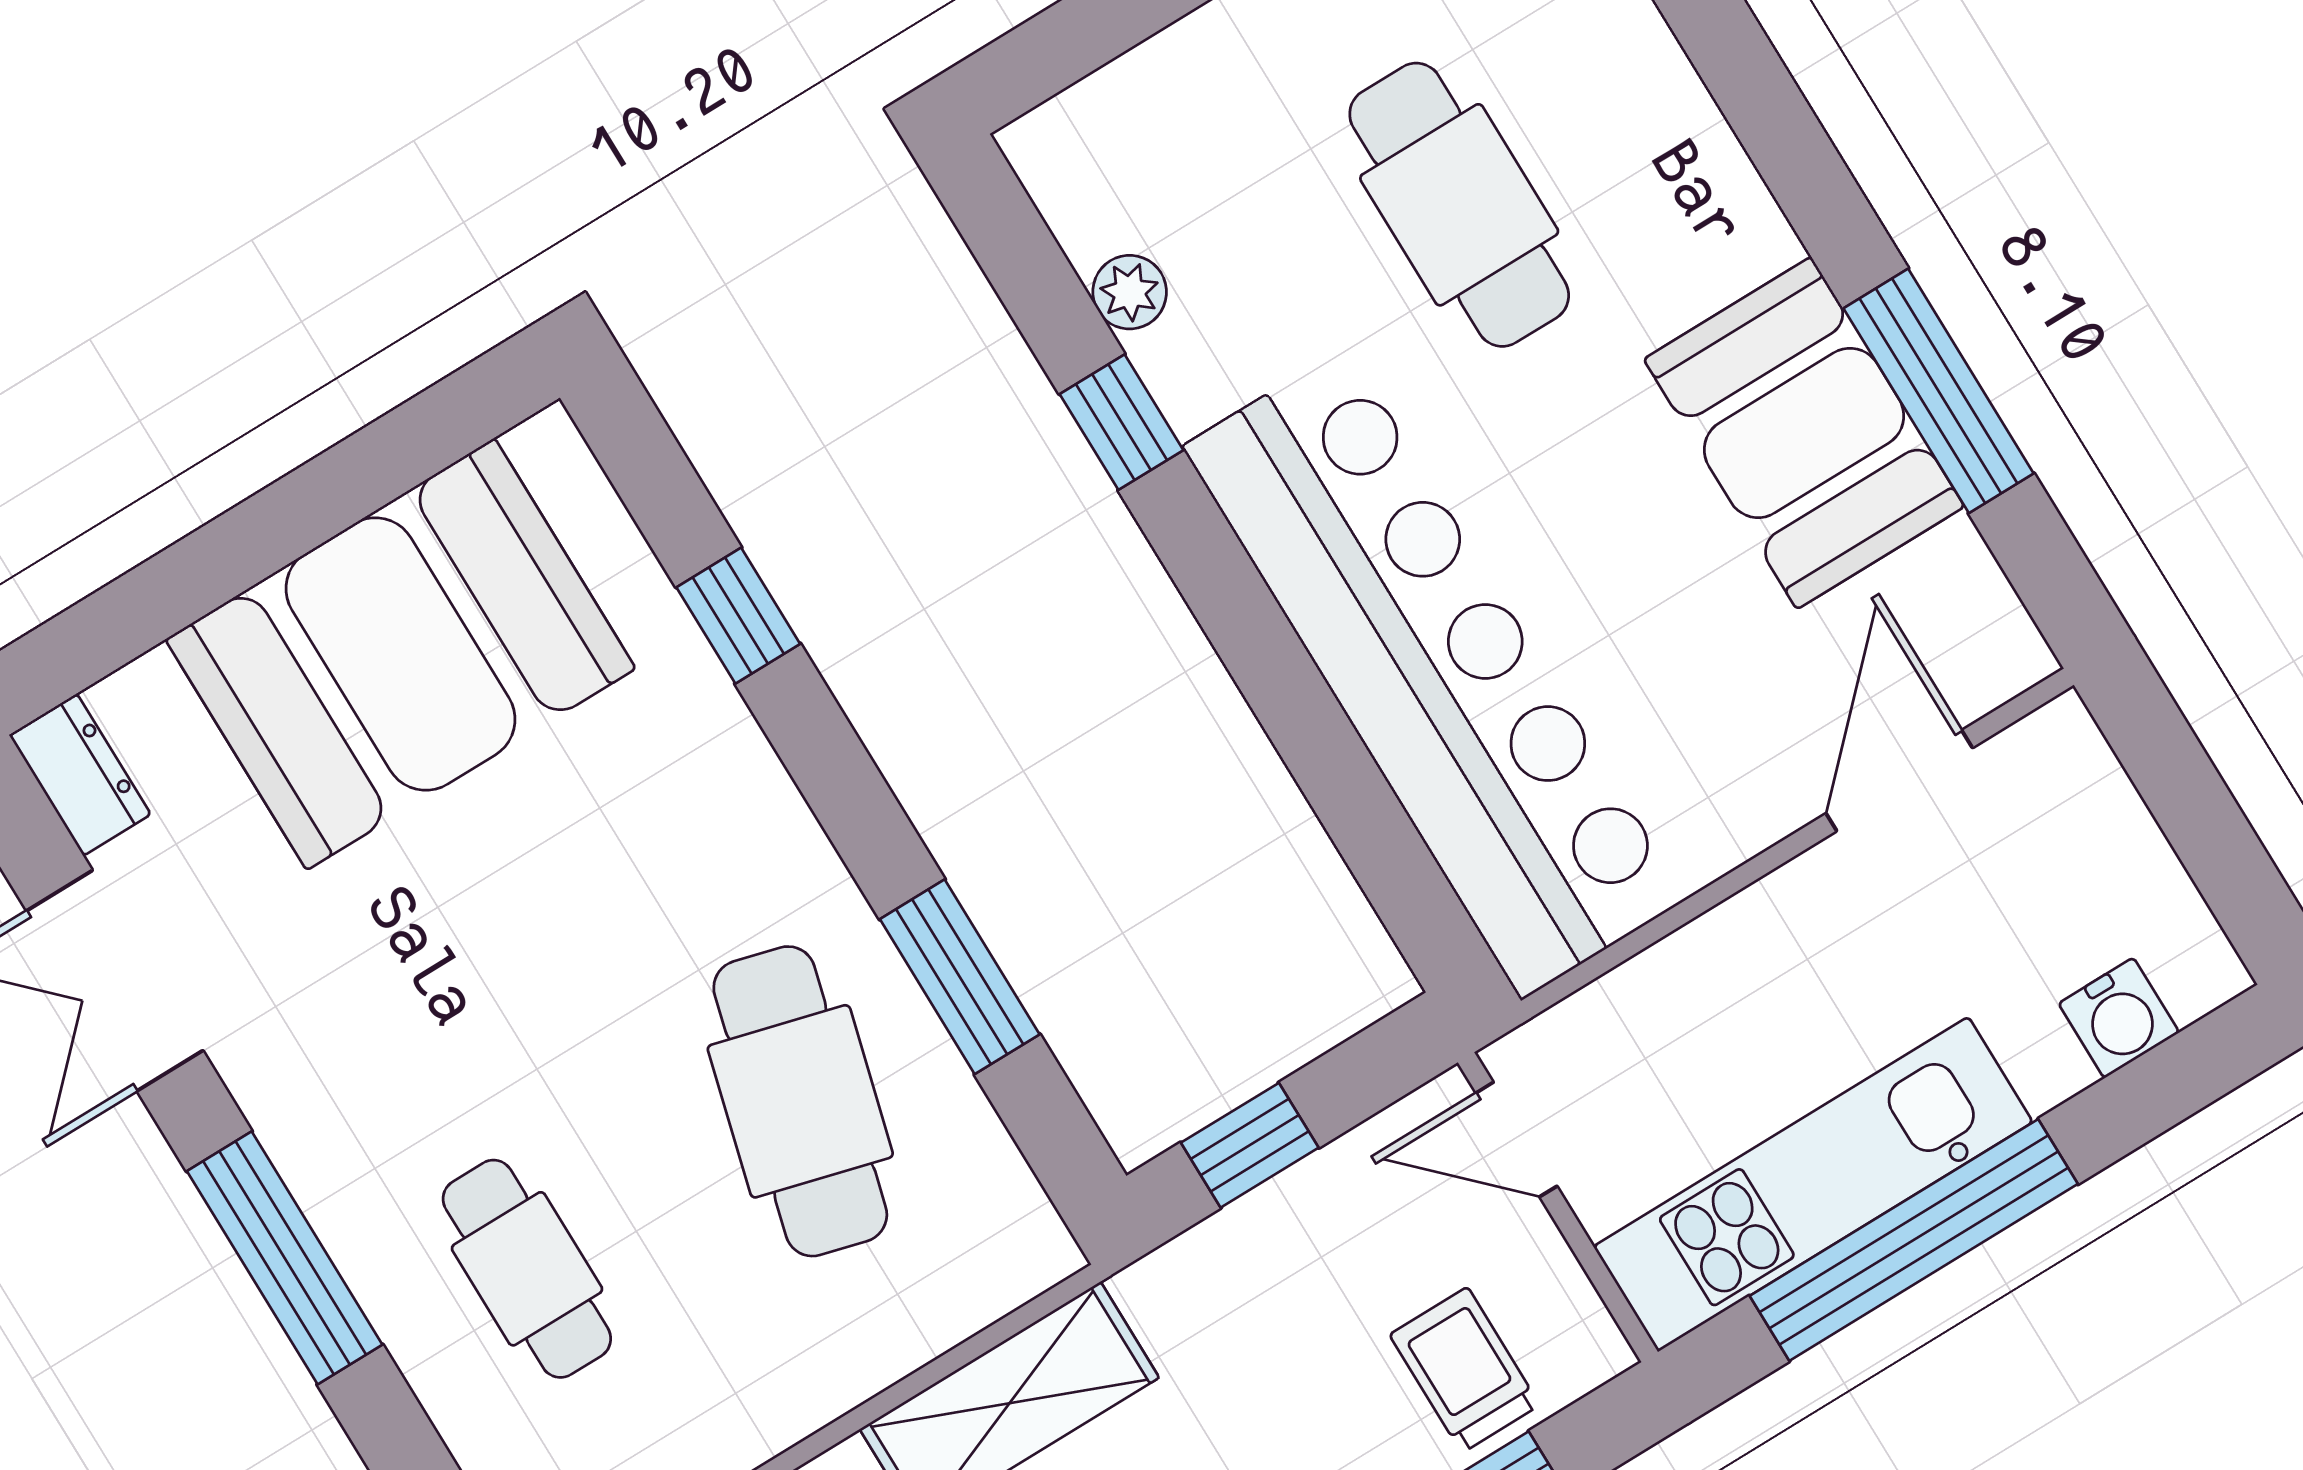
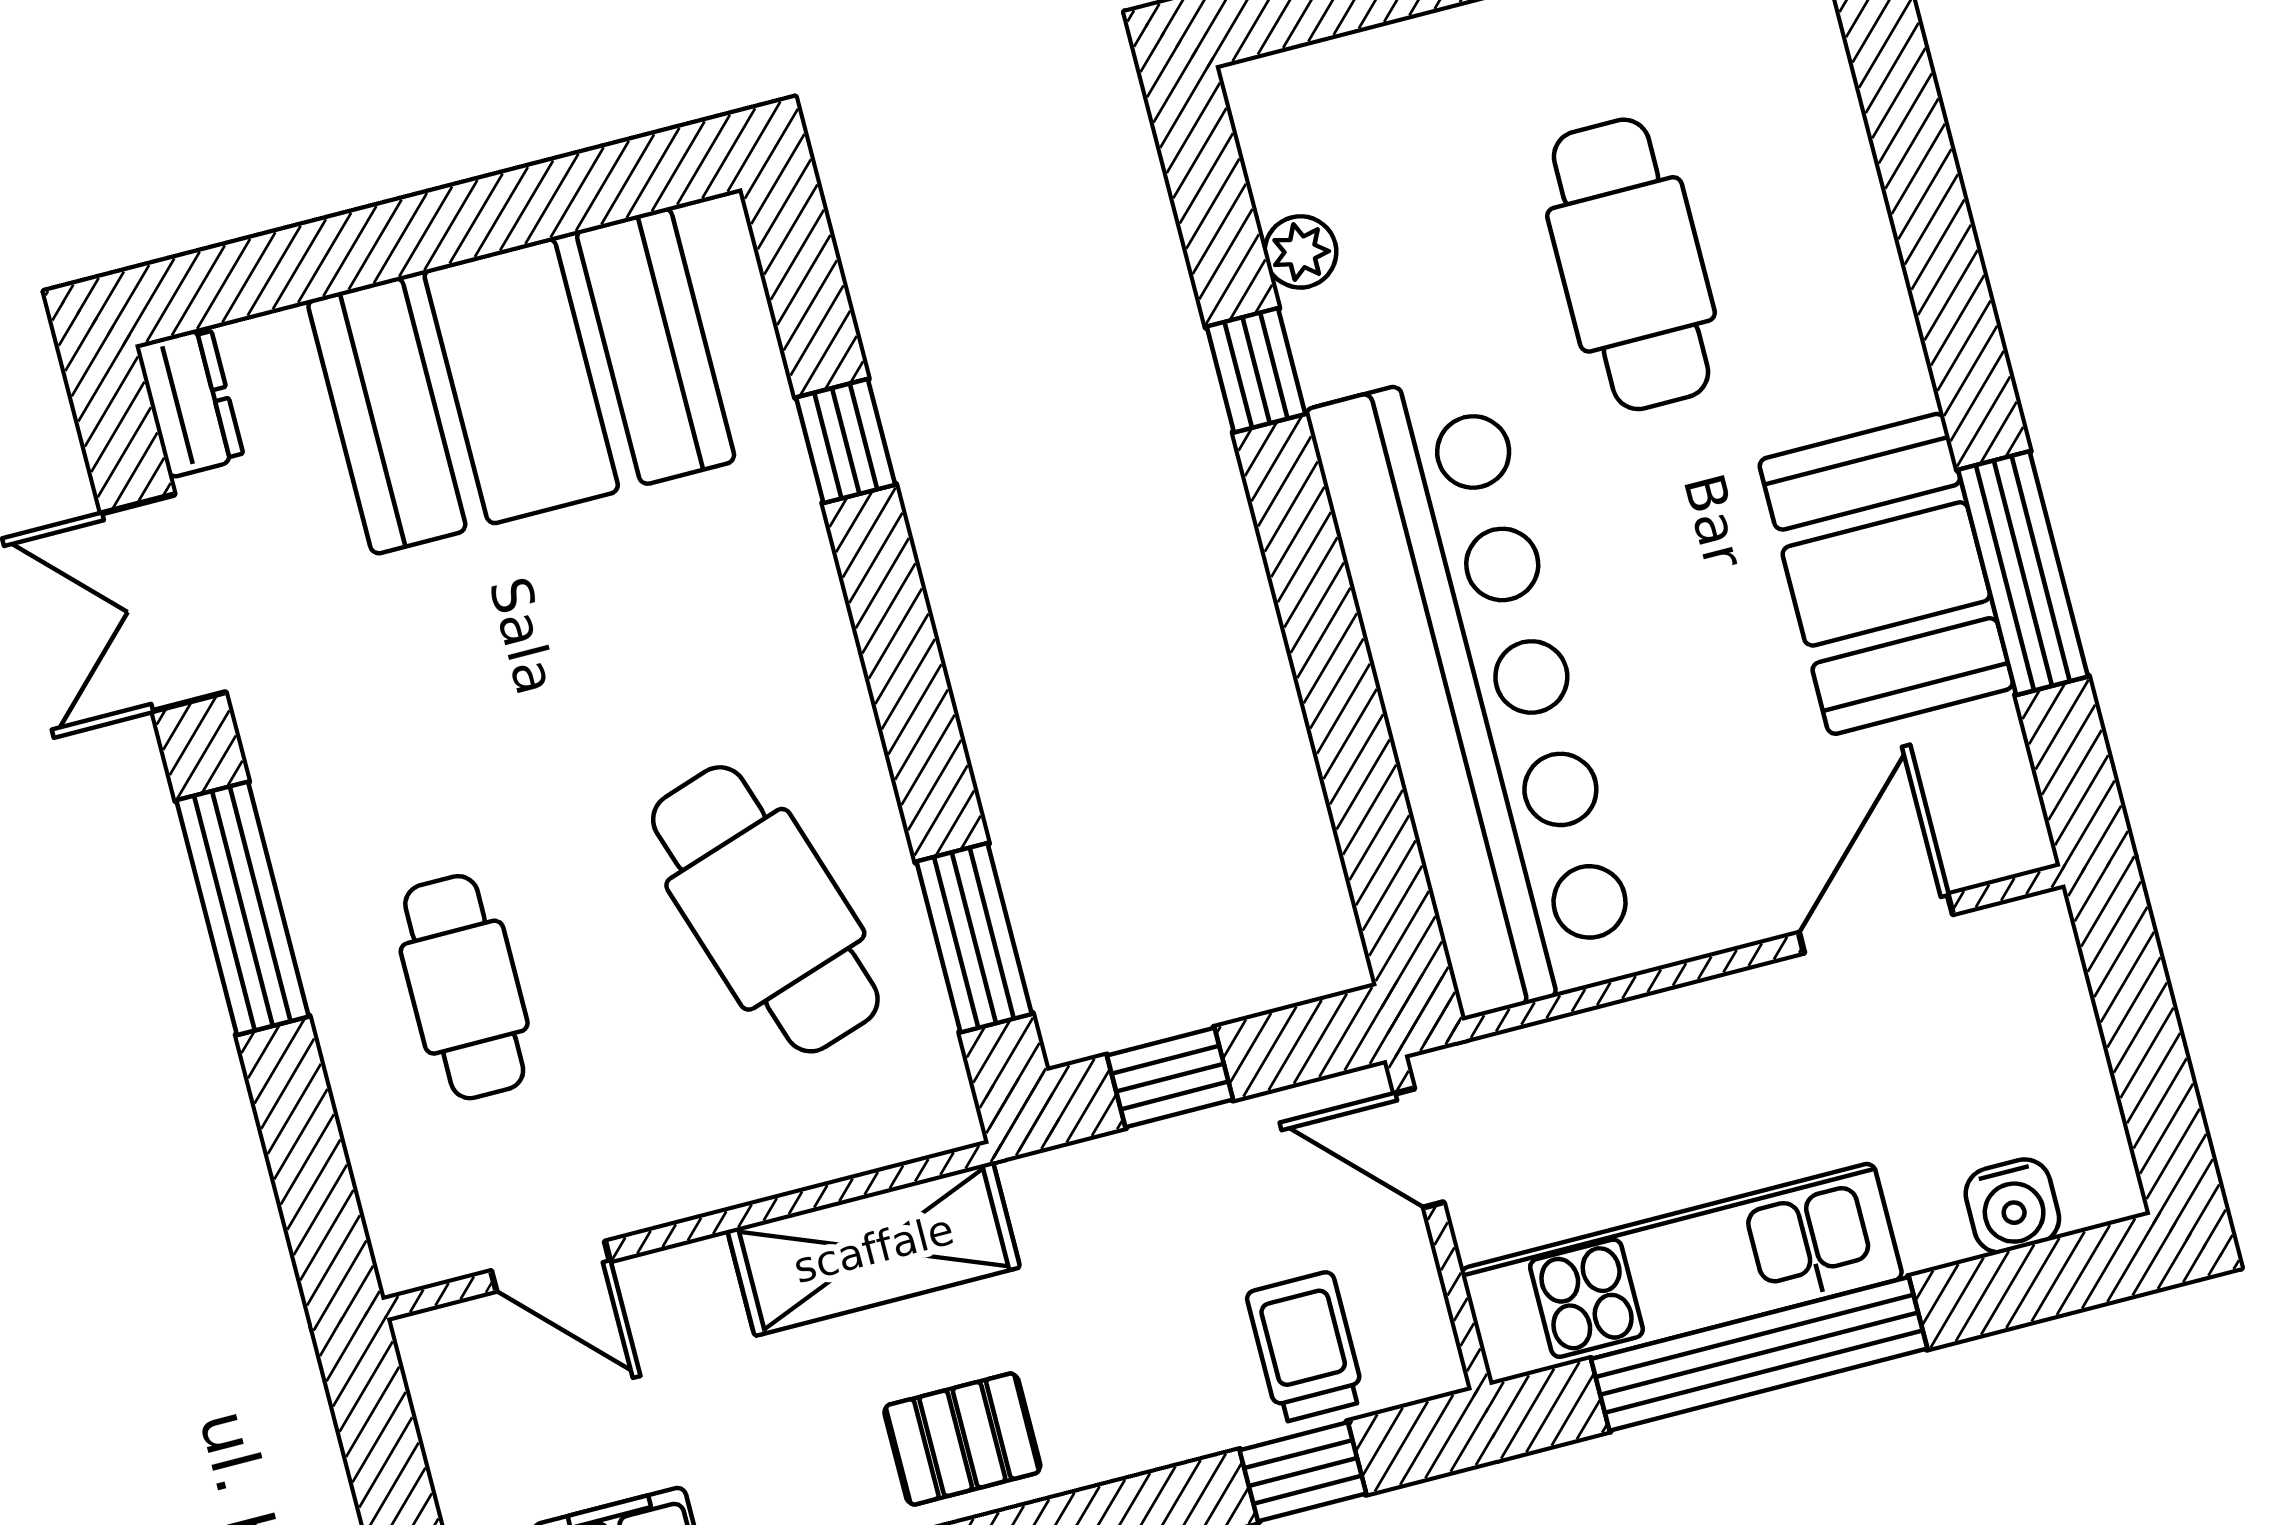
window: (960, 977) -> (974, 938), moved
cafe table: (800, 1101) -> (765, 909), turned -33

